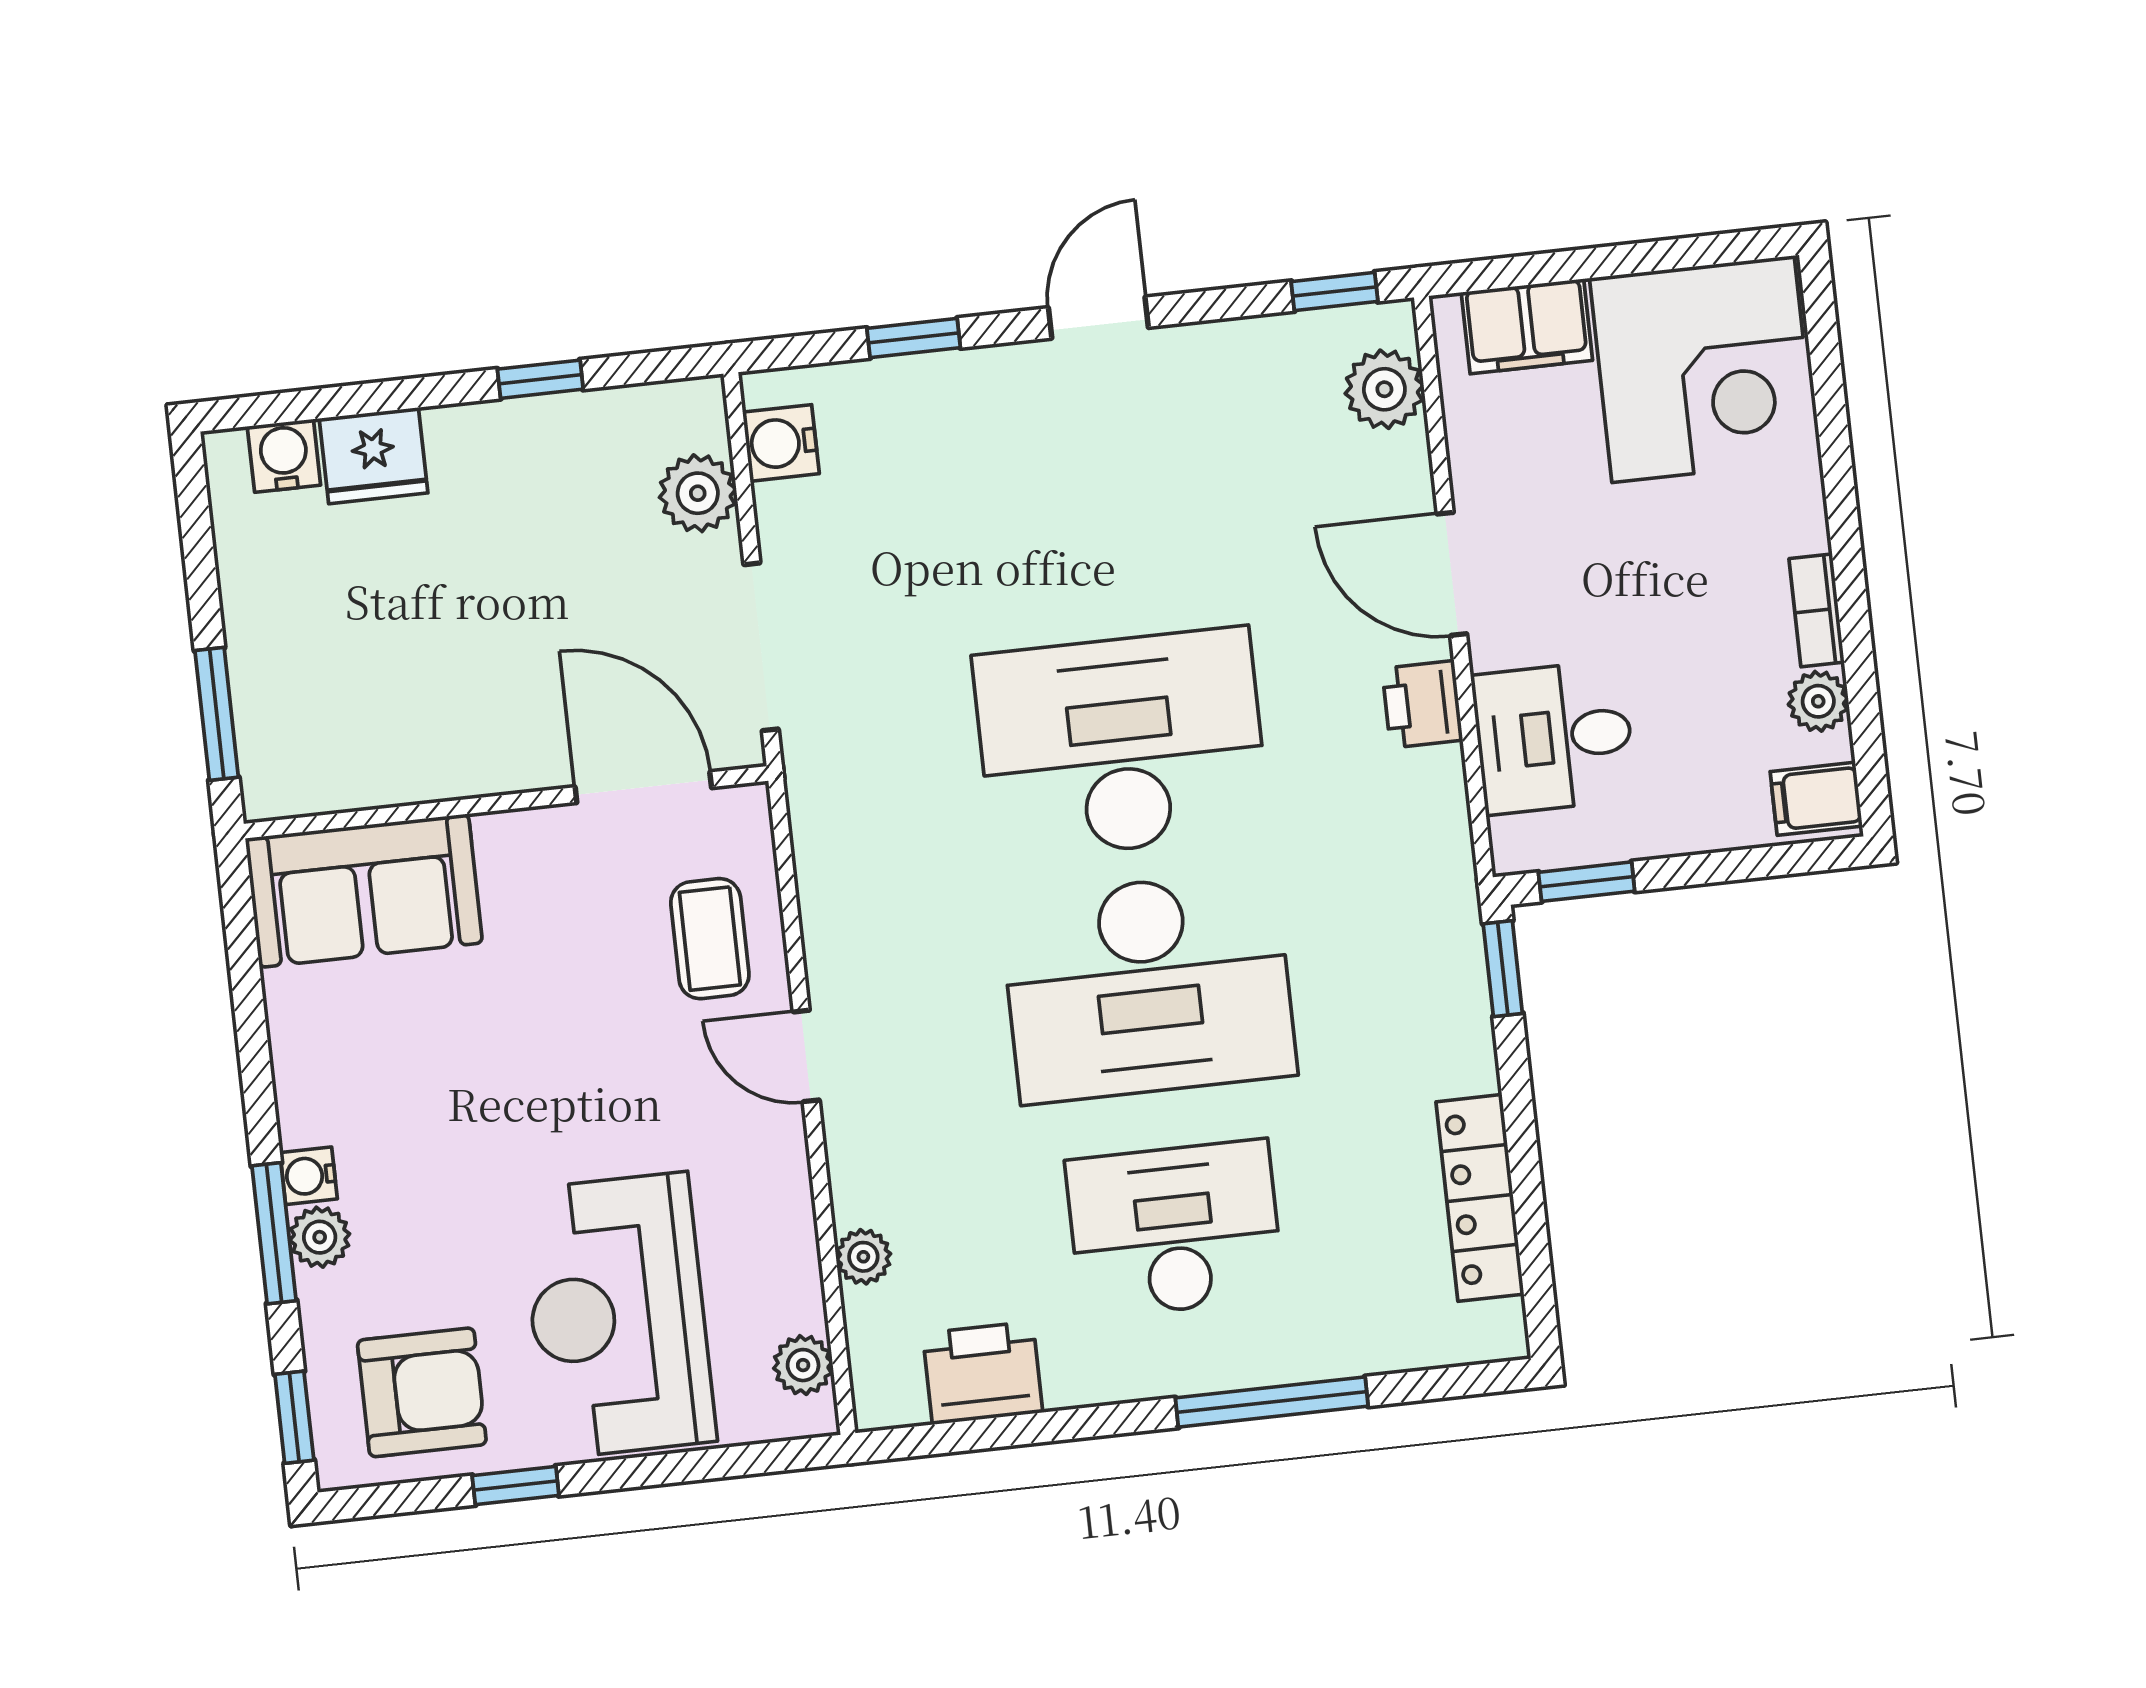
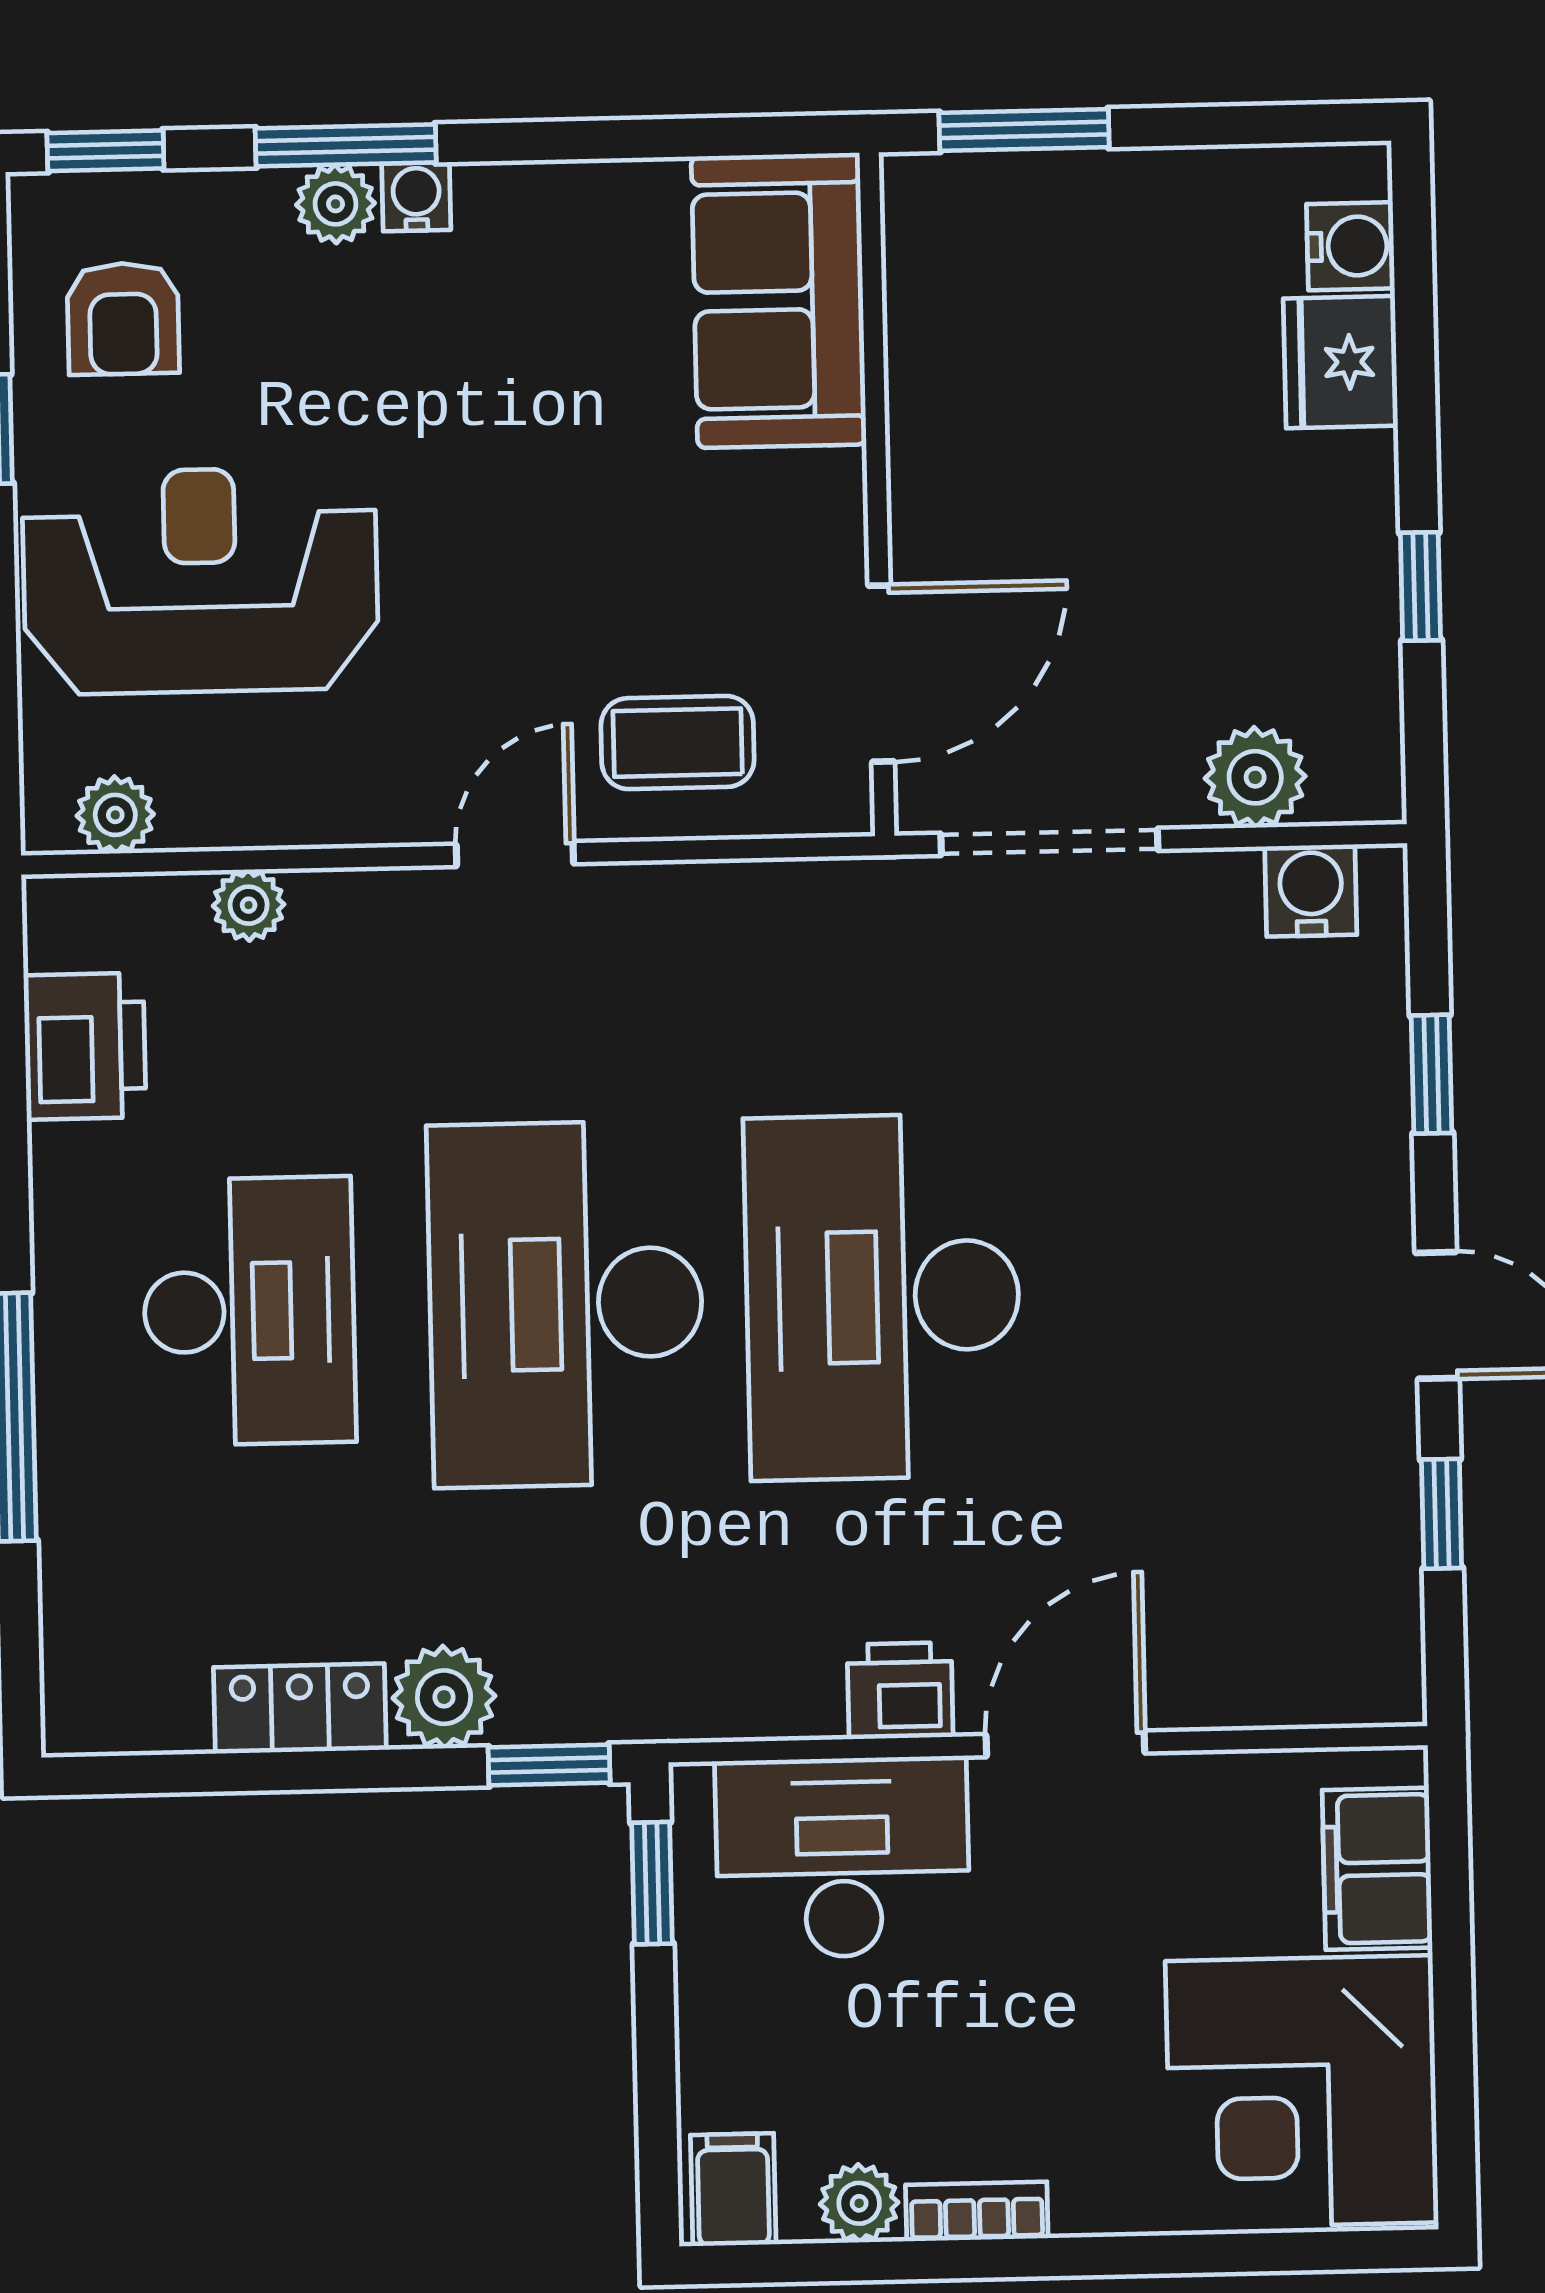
window: (1334, 292) -> (1442, 1514), moved
plant: (1384, 389) -> (444, 1697), moved
desk: (1554, 737) -> (843, 1857), width x1.37
desk: (1121, 744) -> (883, 1297), turned 180
locker: (1480, 1198) -> (300, 1709), width x0.66
armchair: (422, 1392) -> (123, 319), width x0.72, depth x0.72

